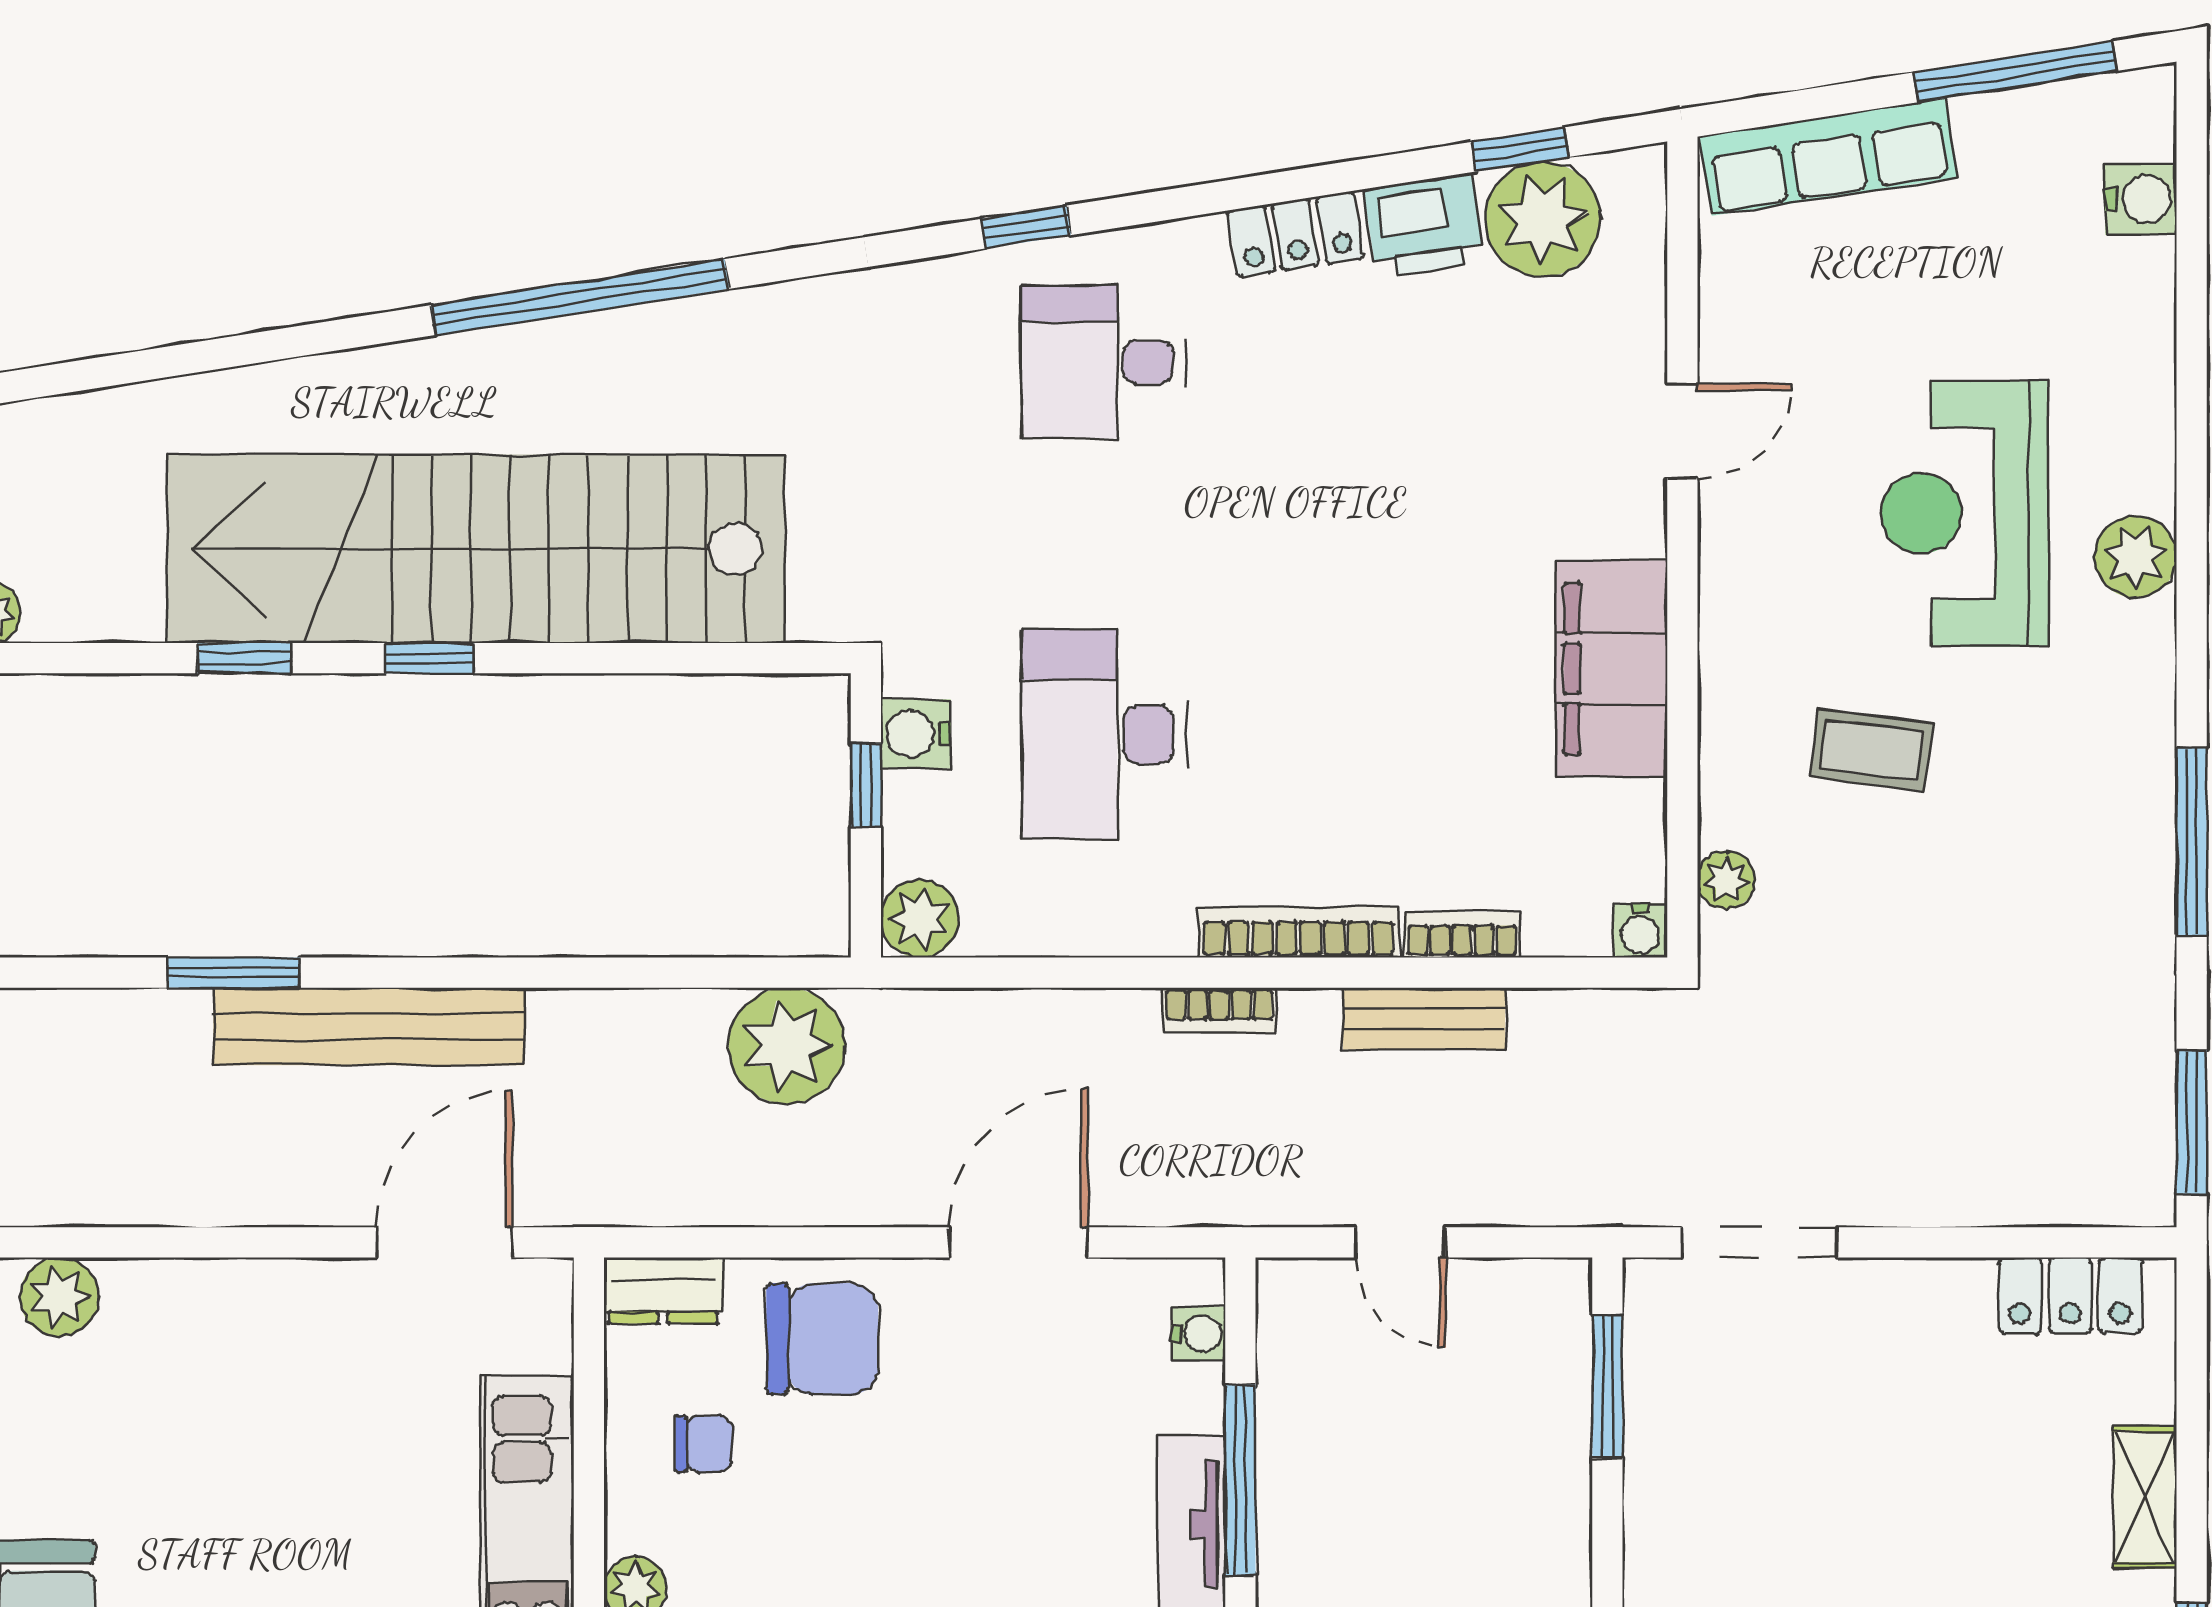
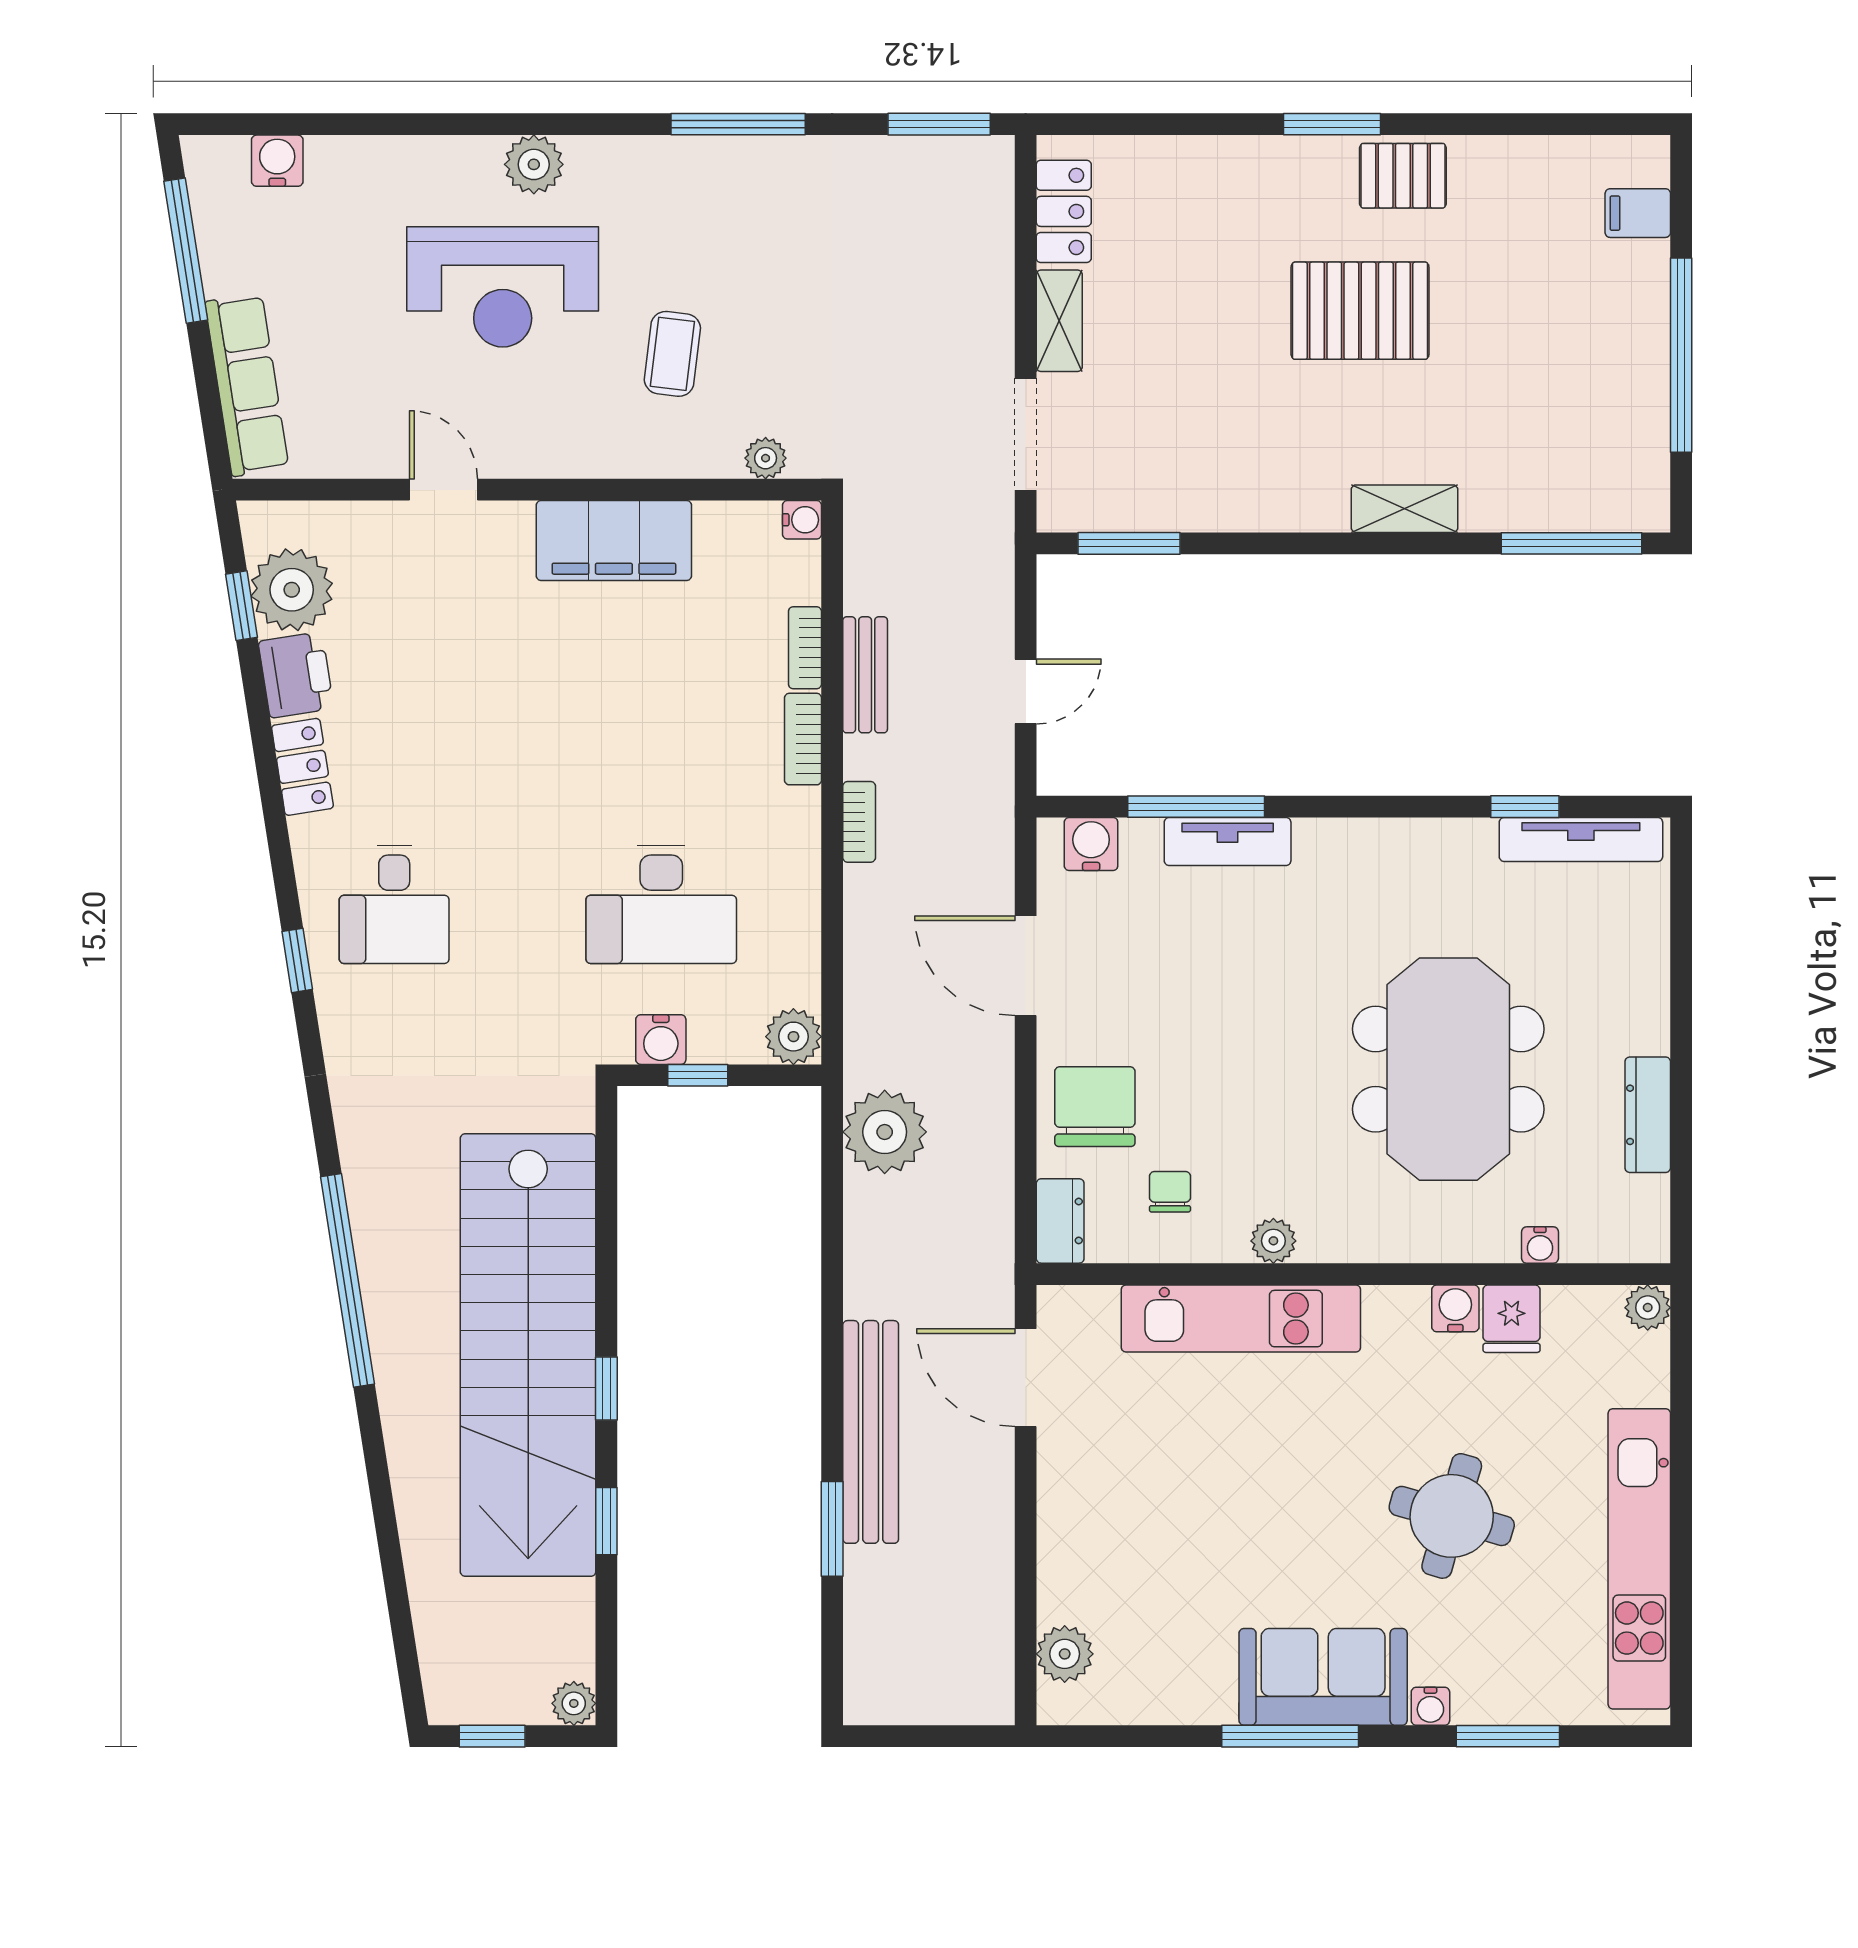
bookcase: (1299, 932) -> (803, 739), width x0.64
water cooler: (1199, 1334) -> (1091, 844), width x1.38, depth x1.38
shelving: (2145, 1497) -> (1059, 321), moved, turned 90

